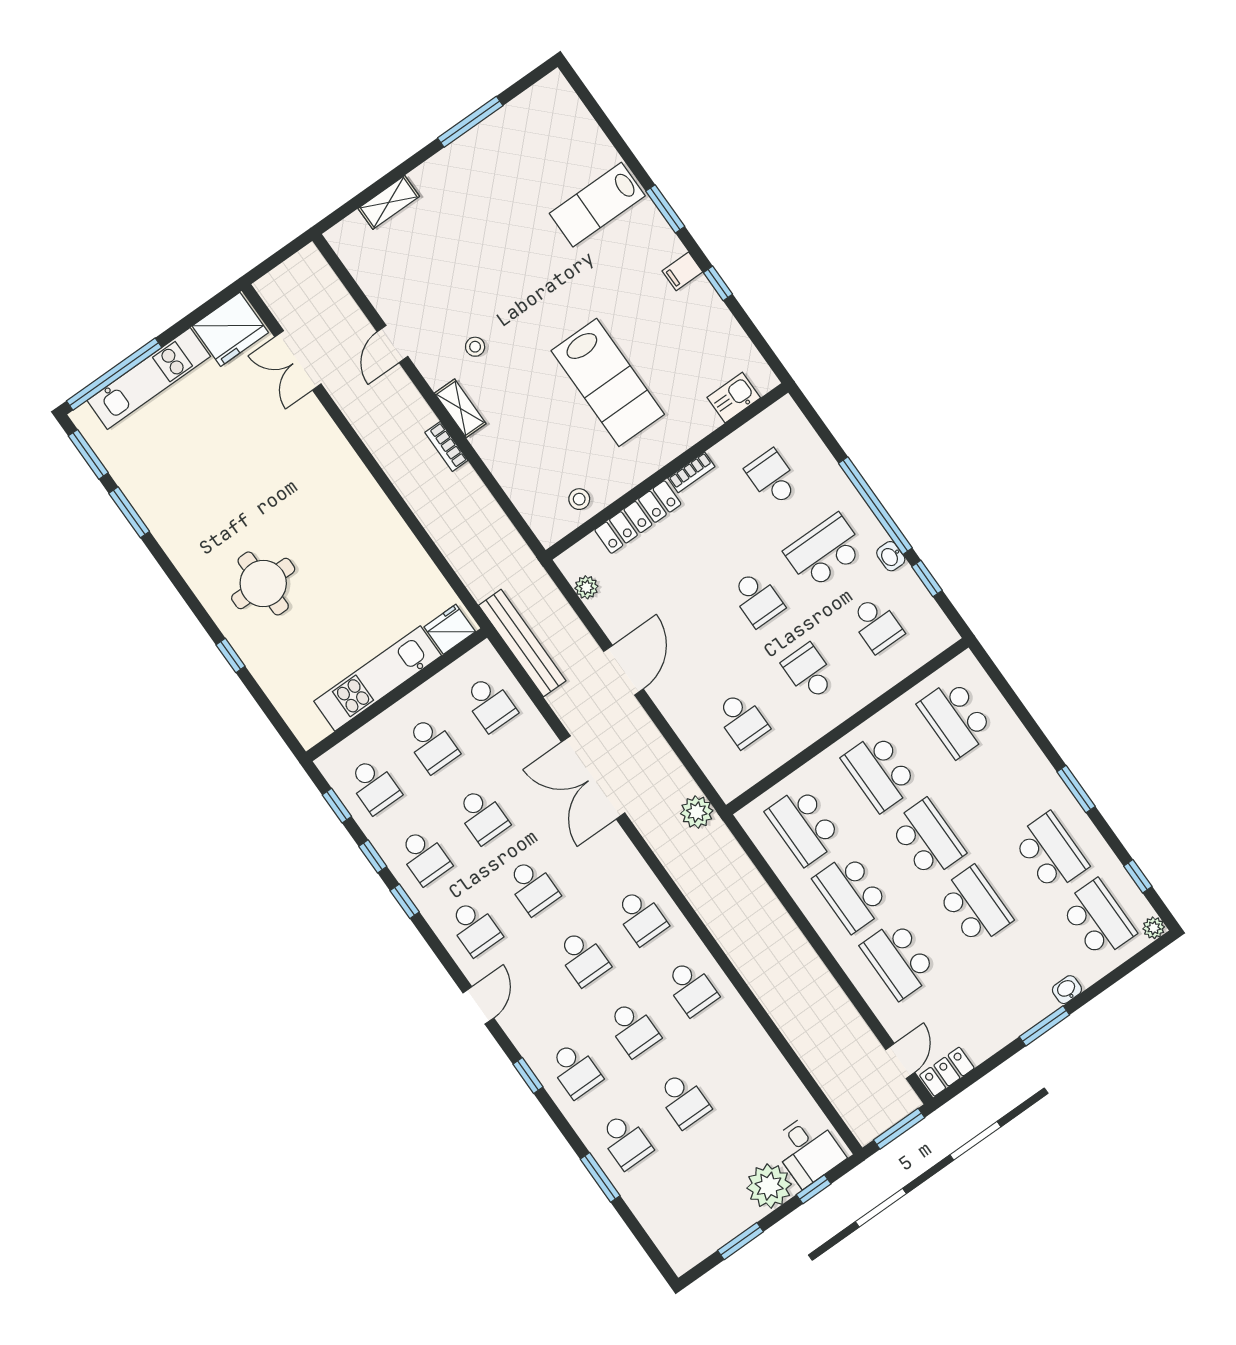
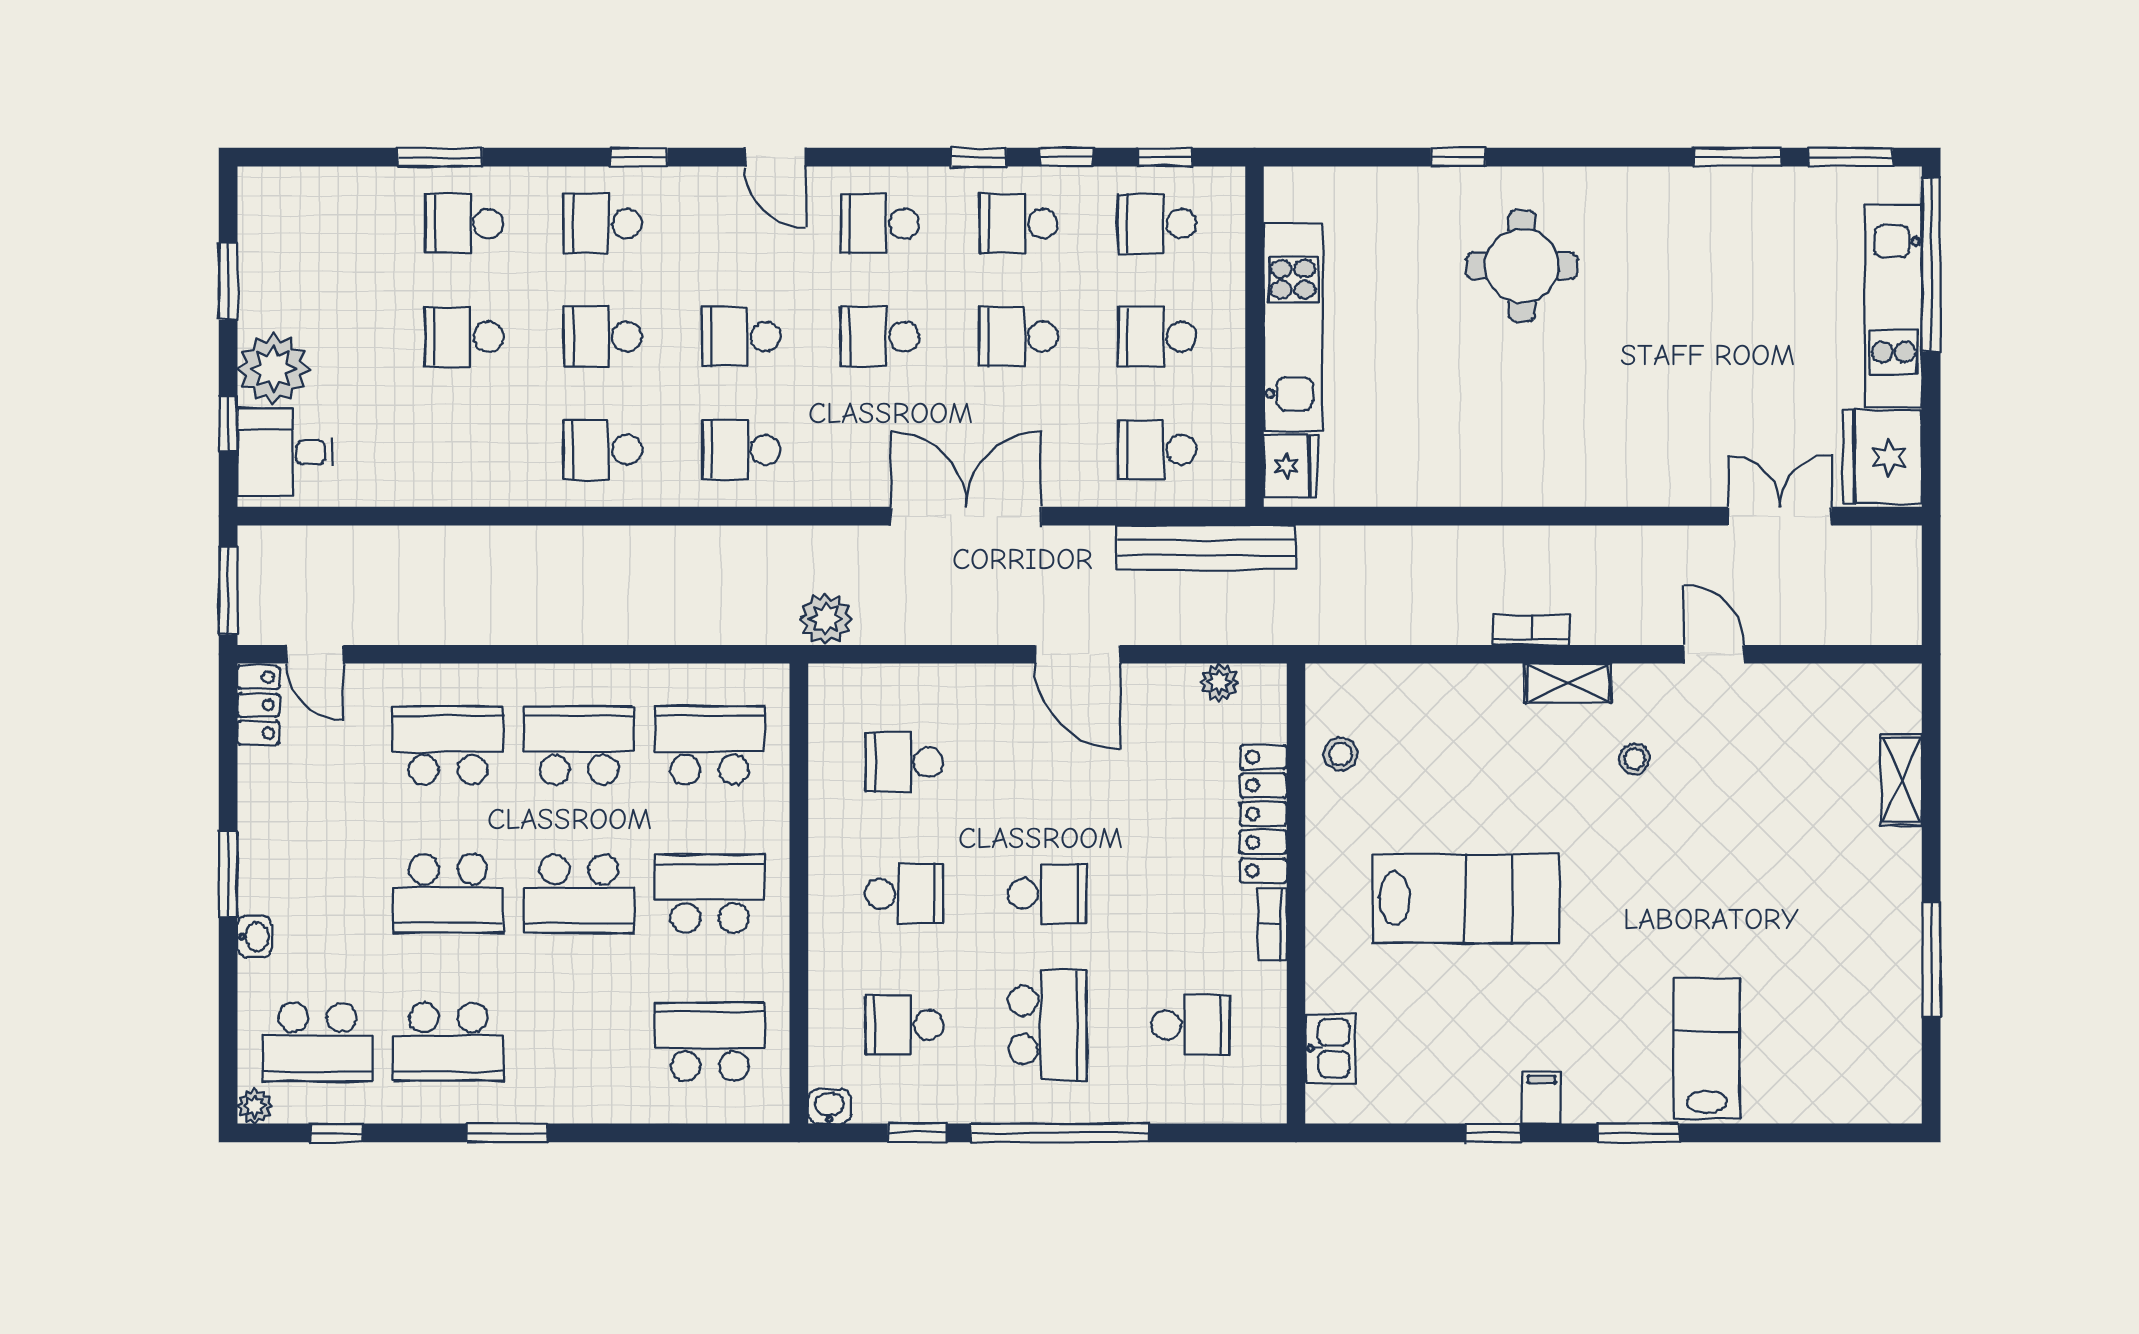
lab bench: (608, 382) -> (1466, 898), turned 180
washbasin: (891, 556) -> (829, 1106), moved
school desk: (757, 599) -> (1047, 894), turned 180

